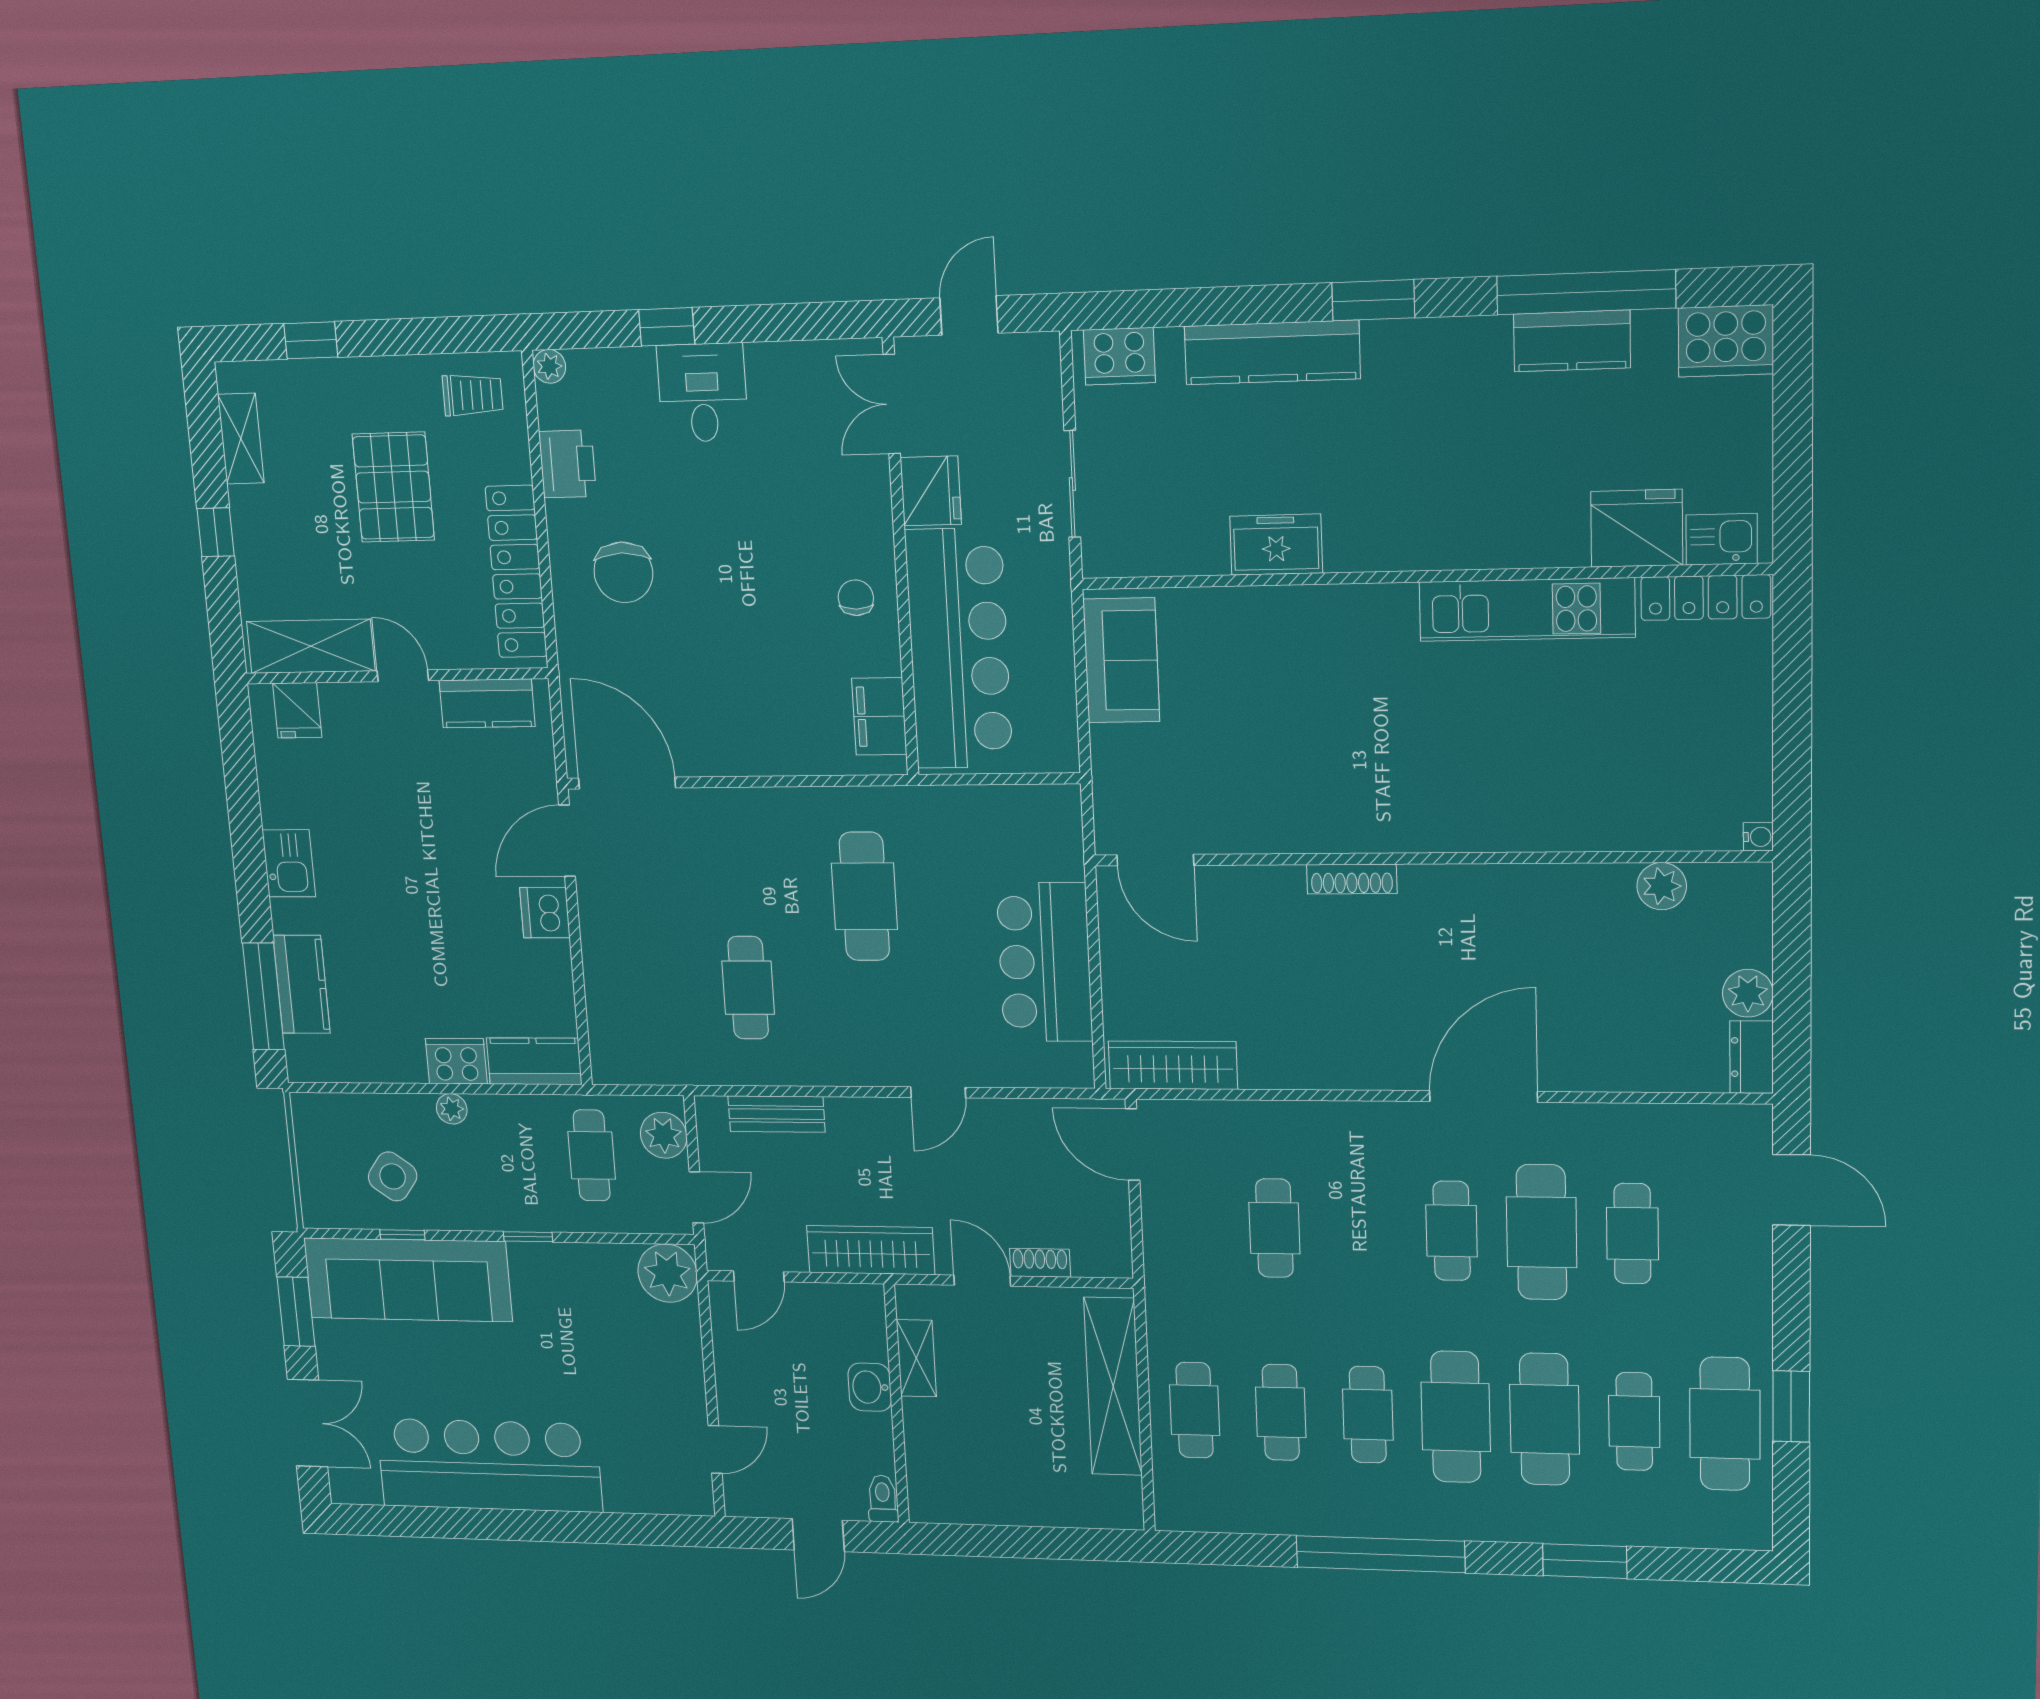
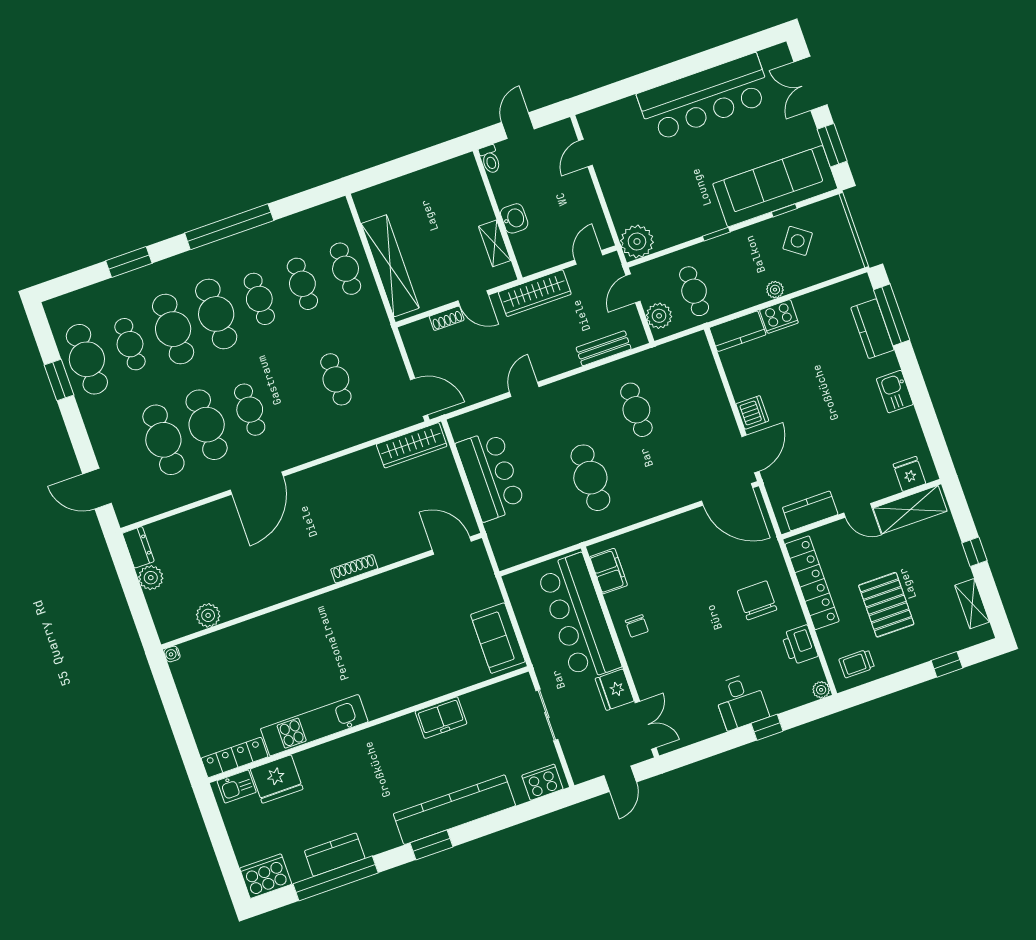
kitchen counter: (1272, 352) -> (454, 810), width x1.39, depth x1.17
cafe table: (1632, 1234) -> (163, 440), width x1.37, depth x1.35

